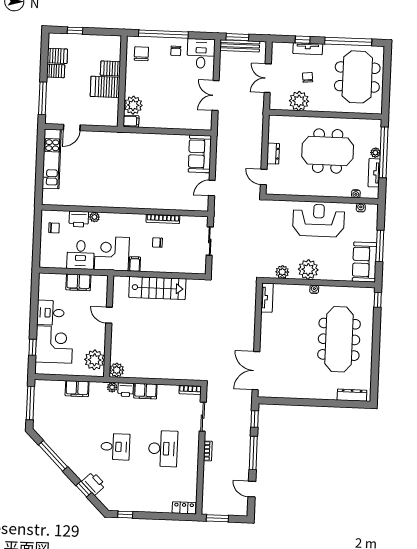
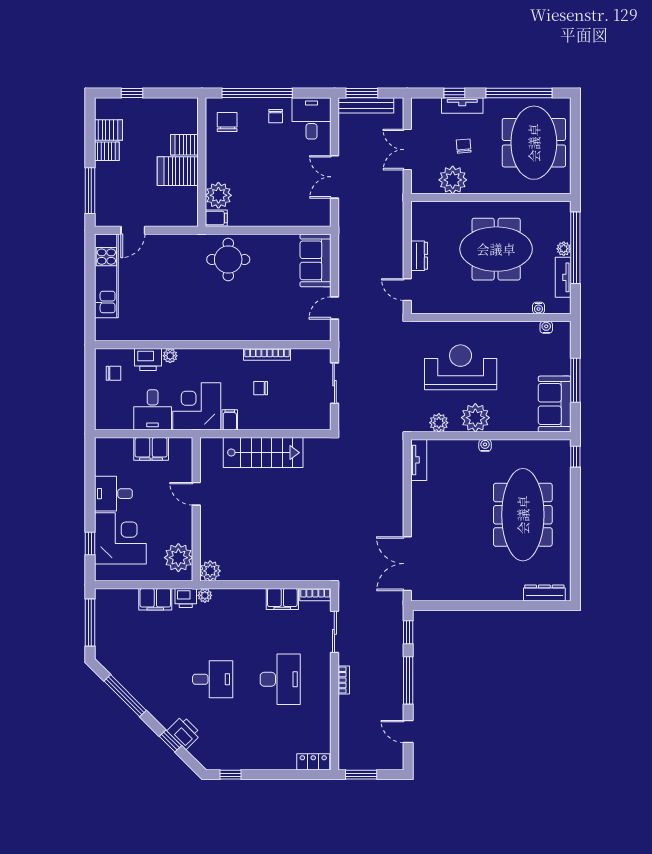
round table: (138, 151) -> (228, 259), added
reception desk: (319, 220) -> (461, 367), moved
printer: (126, 390) -> (186, 598), moved
filing cabinet: (145, 391) -> (282, 599), moved

